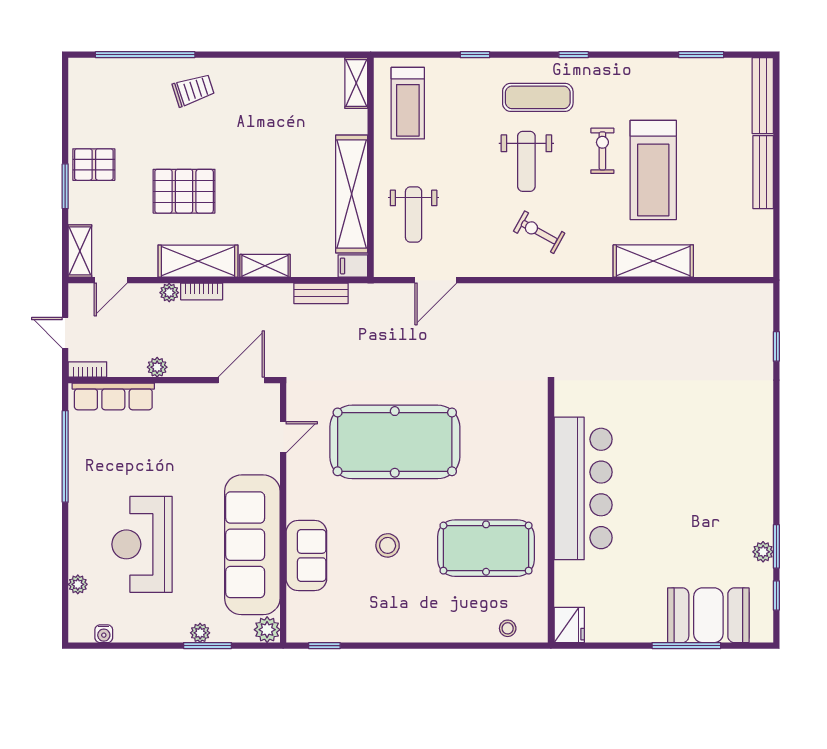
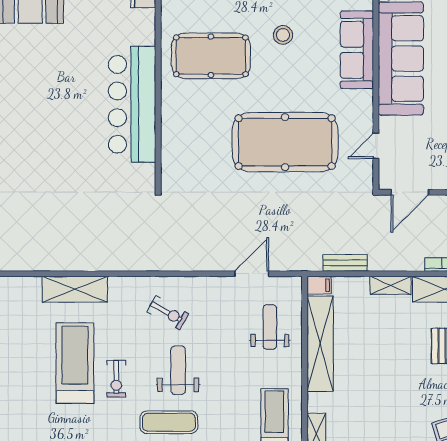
stool: (388, 545) -> (283, 35), moved
sofa: (306, 556) -> (357, 50), width x1.36

